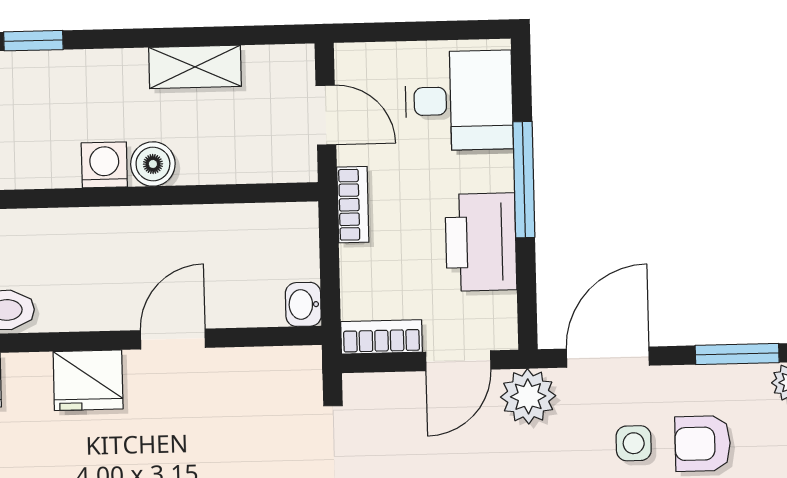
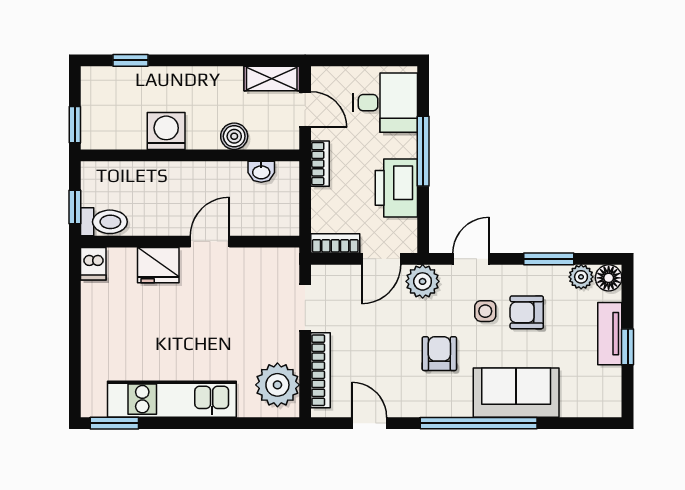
shelving: (195, 67) -> (272, 79), moved
boiler: (153, 164) -> (234, 136), moved
washing machine: (104, 165) -> (166, 131), width x1.38, depth x1.38
washbasin: (303, 304) -> (261, 172), moved, turned -90
door: (608, 357) -> (471, 259), width x0.73

